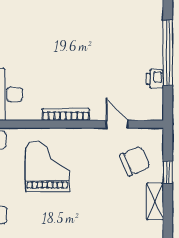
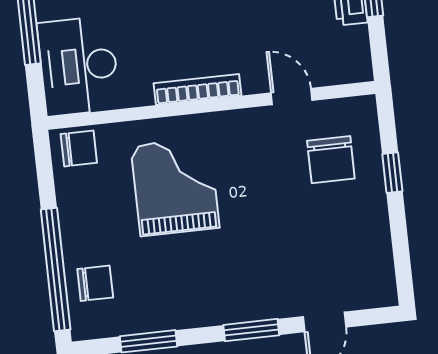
chair: (135, 161) -> (331, 160), turned 113
shelving: (155, 201) -> (375, 228), removed

